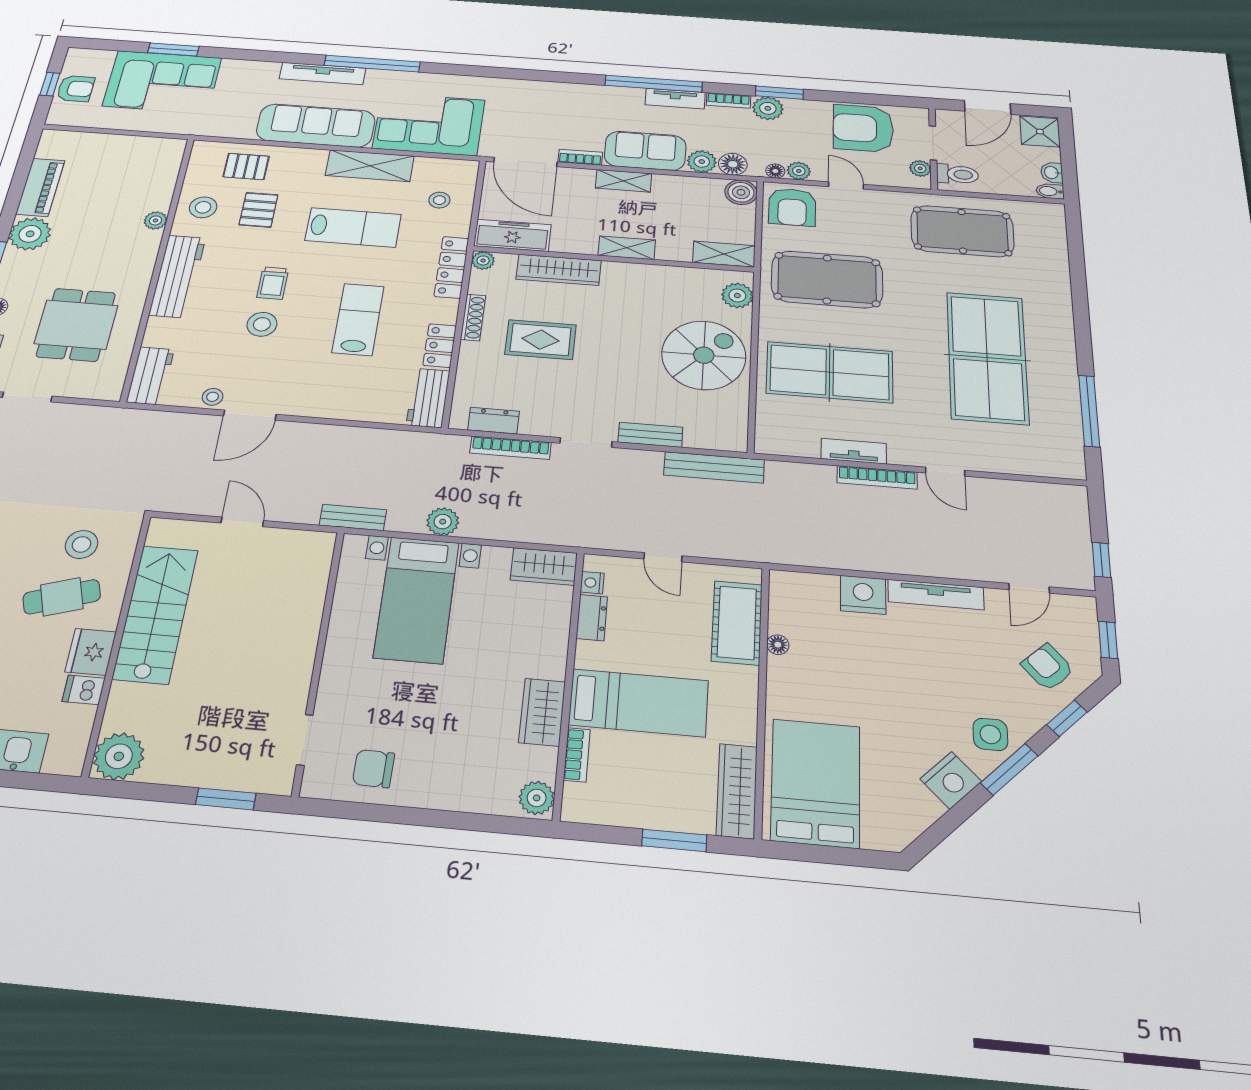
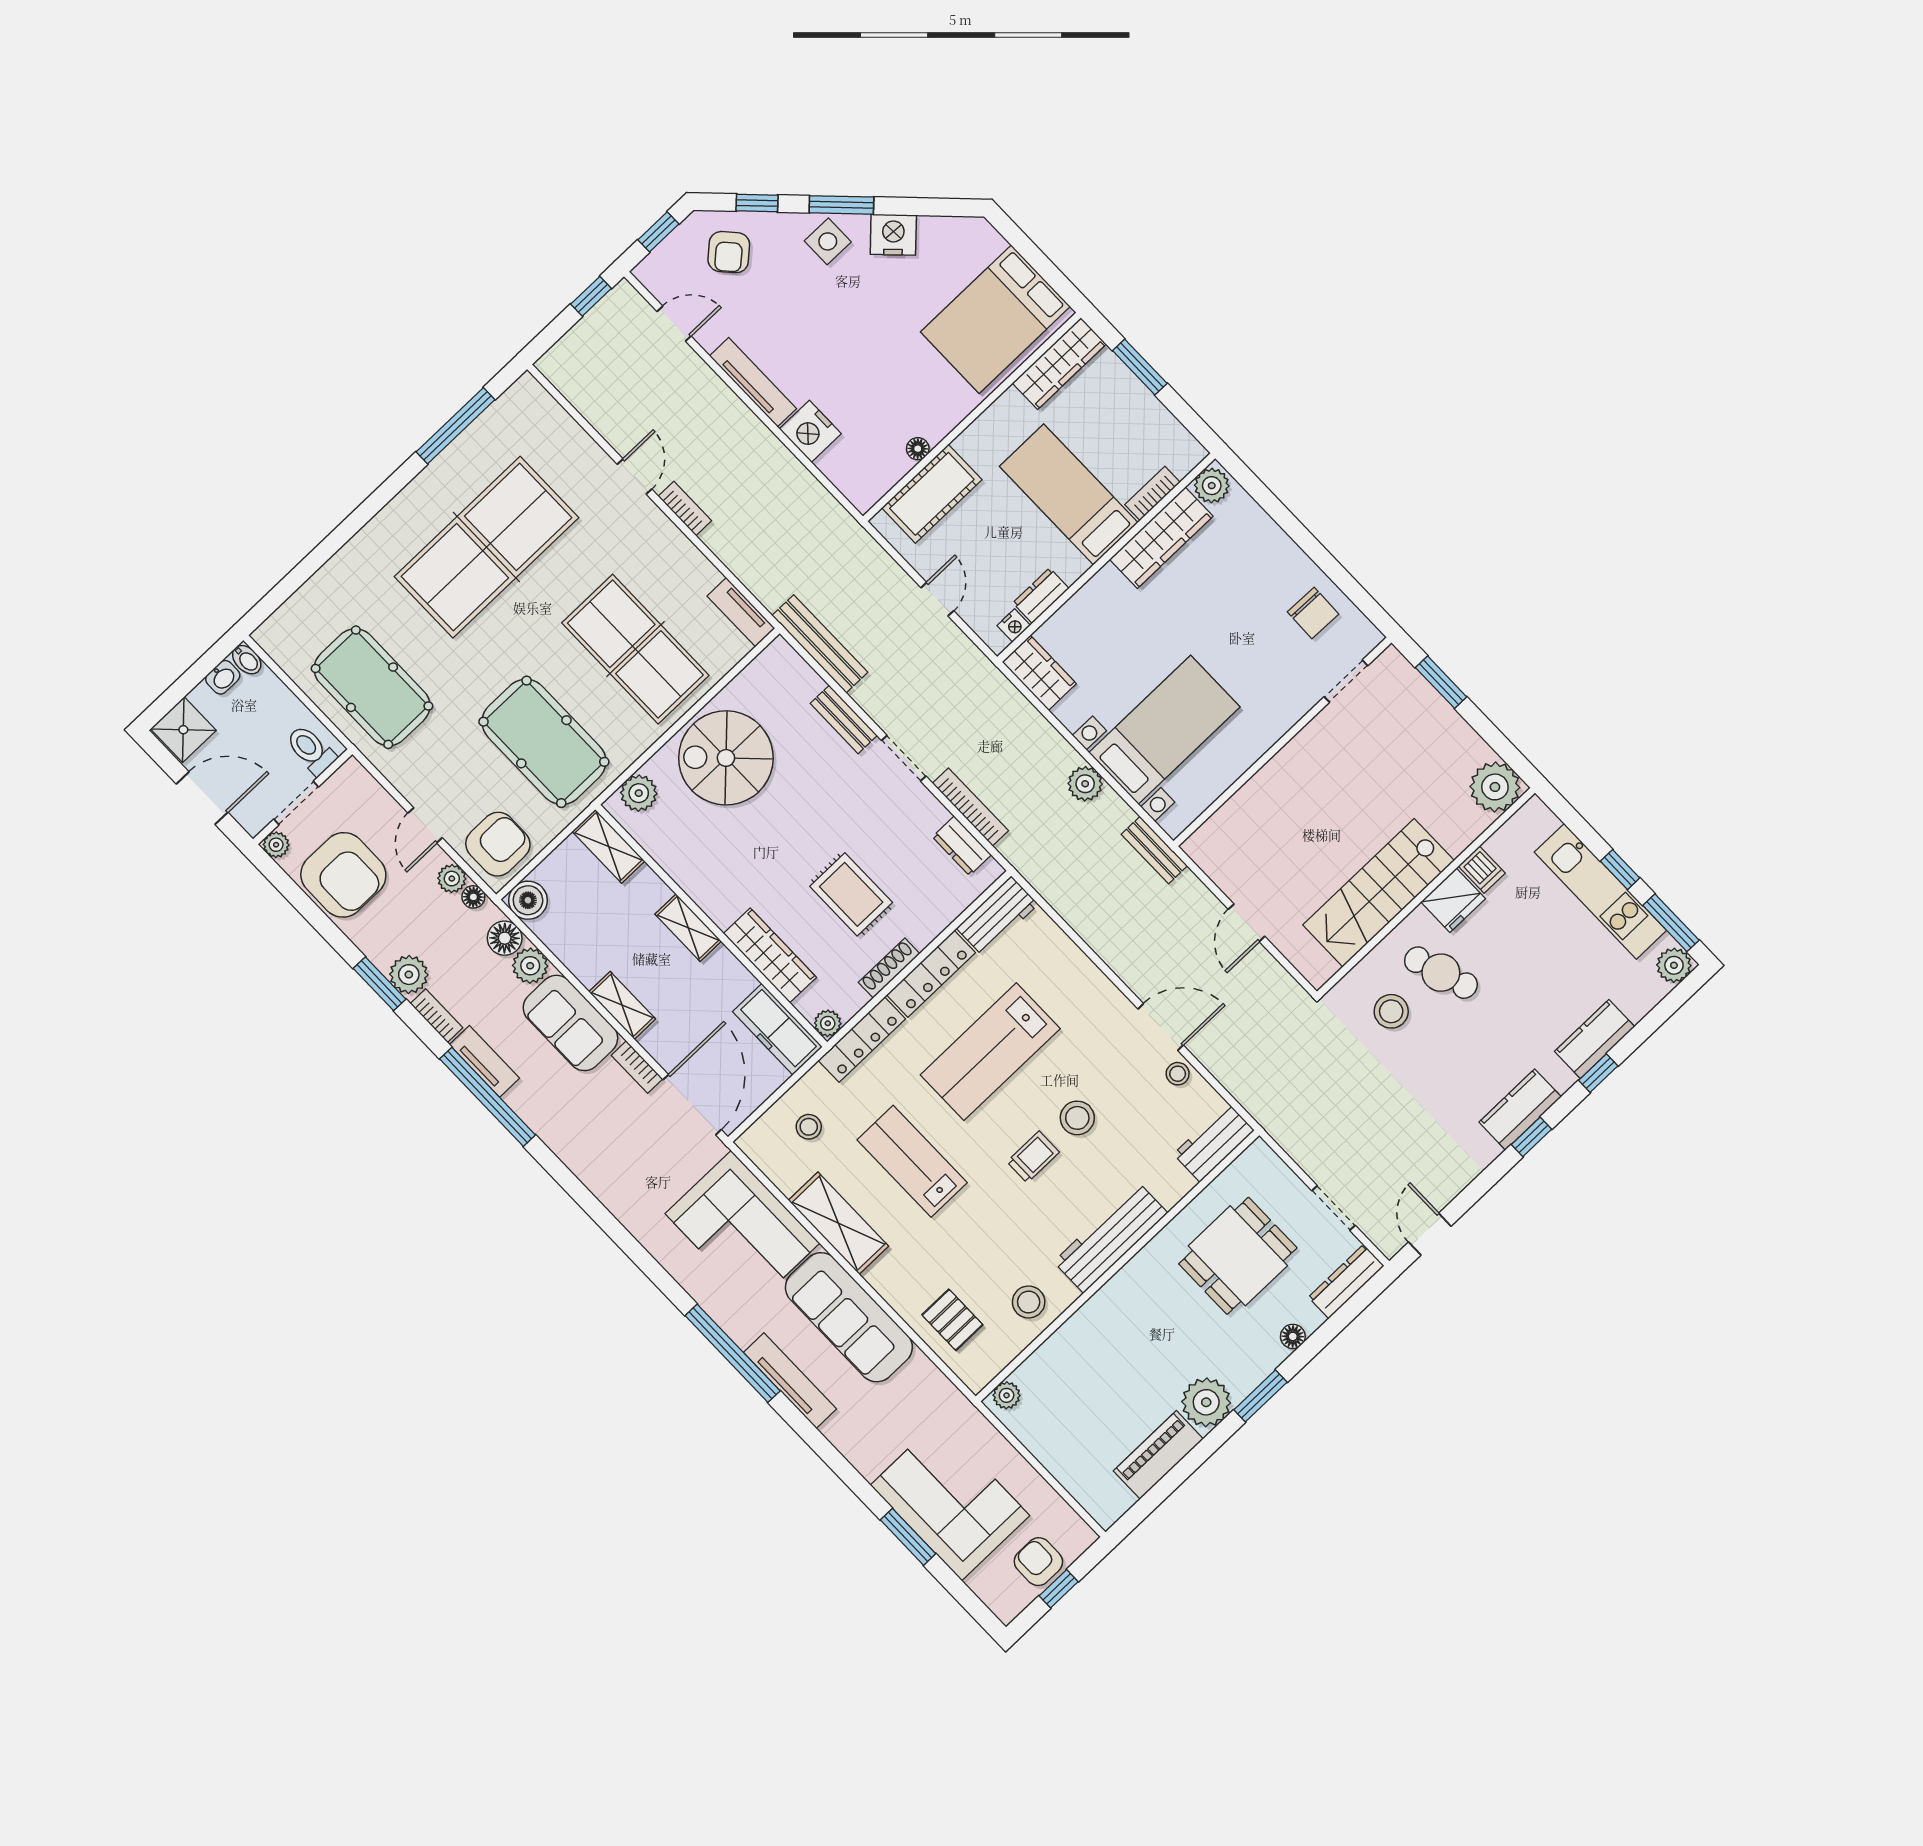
plant: (920, 168) -> (276, 845), moved
pallet: (259, 210) -> (981, 1256), removed
plant: (156, 220) -> (1007, 1395), moved
lab bench: (358, 319) -> (990, 1052), width x1.36, depth x1.39
locker: (440, 346) -> (931, 974), width x1.53
tv unit: (854, 451) -> (741, 612), moved
bookcase: (877, 477) -> (685, 508), width x0.64
wardrobe: (542, 712) -> (1161, 538), width x1.50

